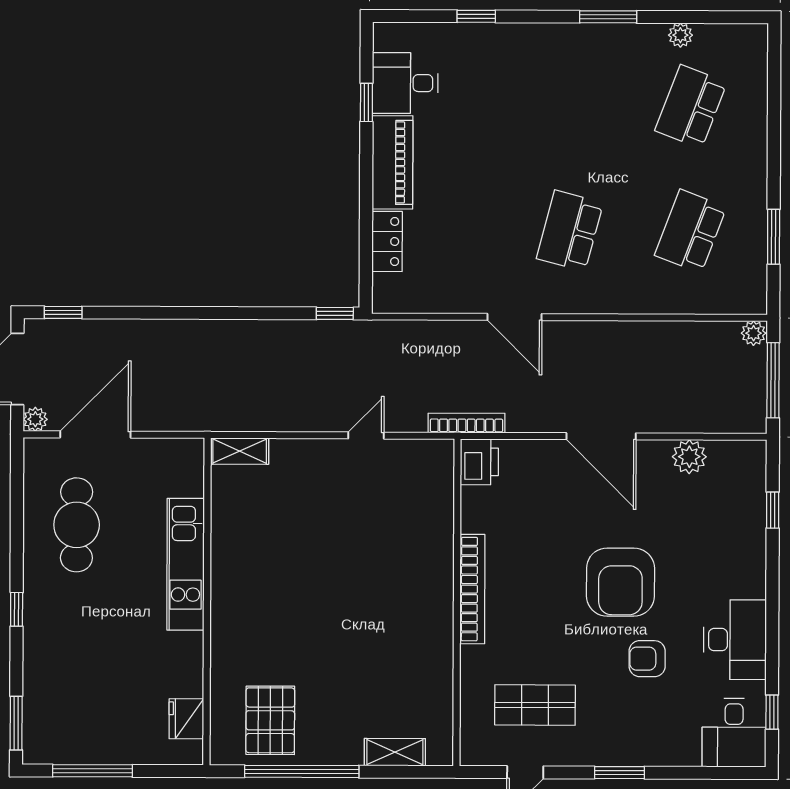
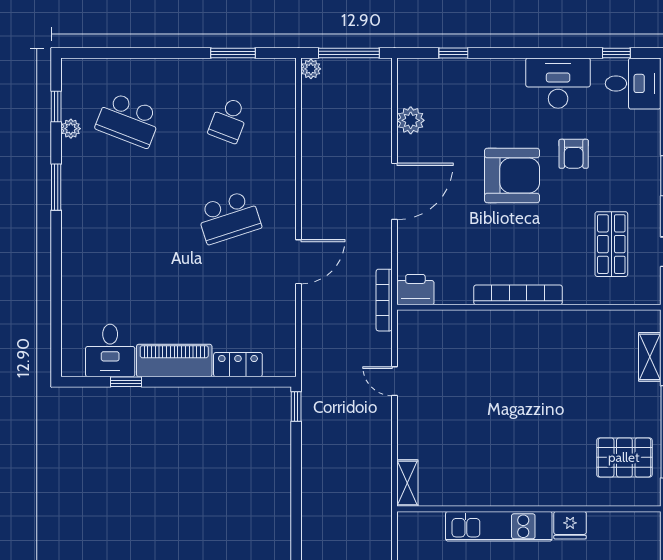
window: (476, 16) -> (56, 106), moved
school desk: (570, 231) -> (229, 217), turned -33
school desk: (691, 231) -> (229, 120), width x0.54
fridge: (186, 719) -> (570, 525), moved

